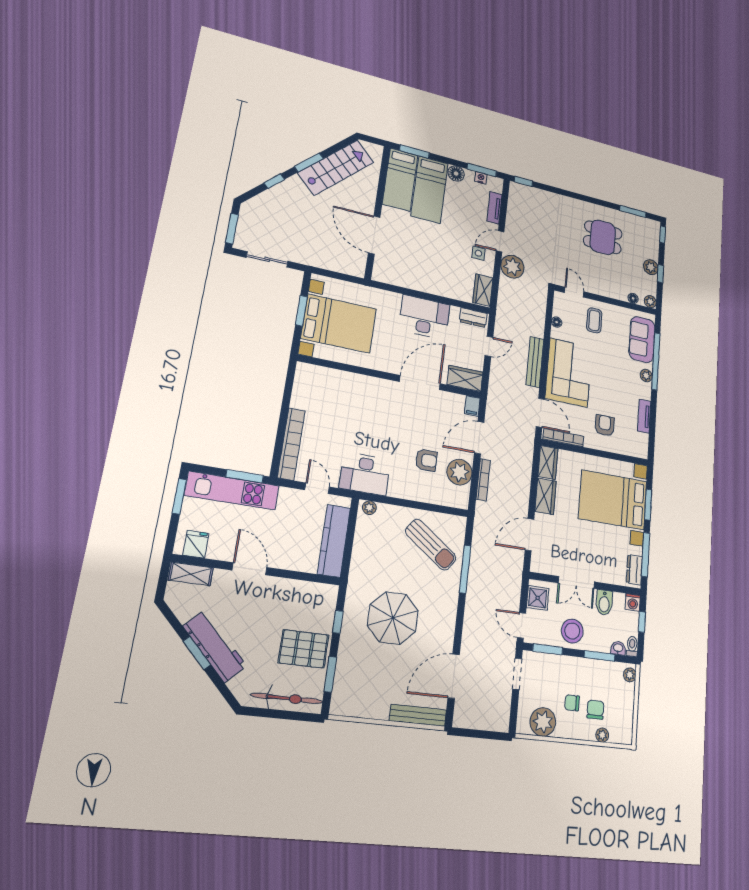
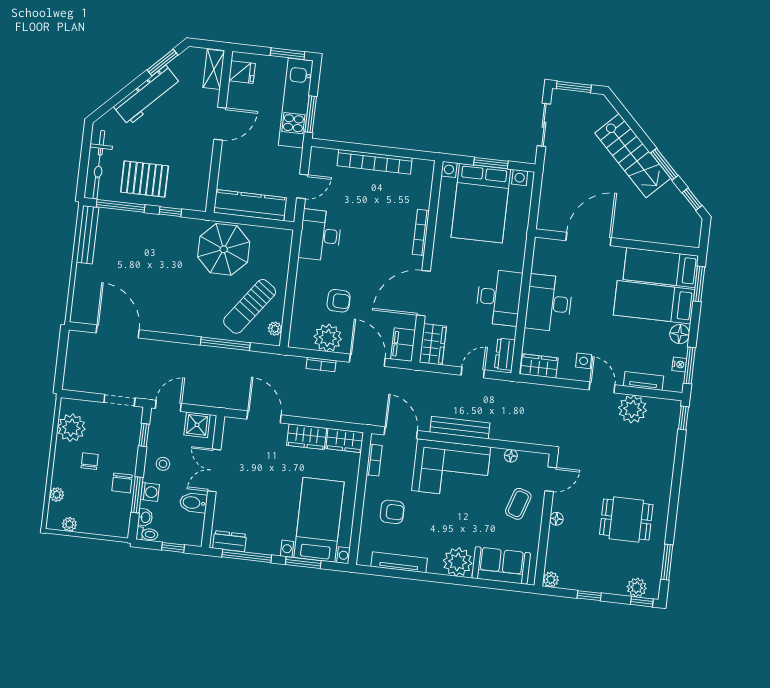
stairs: (336, 168) -> (633, 156), moved
window: (274, 181) -> (692, 199), moved
dining table: (603, 237) -> (626, 519), turned 90
plant: (512, 267) -> (632, 409), moved
plant: (651, 267) -> (637, 587), moved
desk: (430, 275) -> (549, 303), added
floor lamp: (633, 298) -> (556, 519), moved
coffee table: (594, 320) -> (518, 504), turned -72
door: (489, 346) -> (473, 372), swing flipped
window: (656, 361) -> (476, 583), removed
plant: (646, 376) -> (458, 562), width x1.88, depth x1.88
bookcase: (365, 380) -> (421, 232), added
door: (420, 383) -> (423, 293), swing flipped
filing cabinet: (472, 406) -> (403, 345), width x2.00
door: (540, 413) -> (401, 433), swing flipped
tv unit: (644, 416) -> (399, 562), width x1.41
bookcase: (563, 438) -> (374, 460), width x0.64
bookcase: (291, 444) -> (375, 162), moved
armchair: (426, 460) -> (339, 301), turned -89
bookcase: (483, 480) -> (321, 365), width x0.64
bed with nightstands: (613, 500) -> (319, 520), width x0.73
plant: (369, 508) -> (275, 329), moved
washing machine: (633, 602) -> (150, 492), moved, turned 180
parasol: (393, 618) -> (224, 249), moved
stool: (572, 631) -> (163, 464), width x0.53, depth x0.53
pallet: (304, 649) -> (145, 179), turned 90
window: (548, 649) -> (144, 435), width x0.67
window: (197, 653) -> (162, 63), moved
window: (330, 674) -> (121, 206), width x1.44
plant: (630, 675) -> (69, 524), moved
chair: (595, 710) -> (122, 483), moved, turned 90
bench: (418, 715) -> (88, 235), moved

